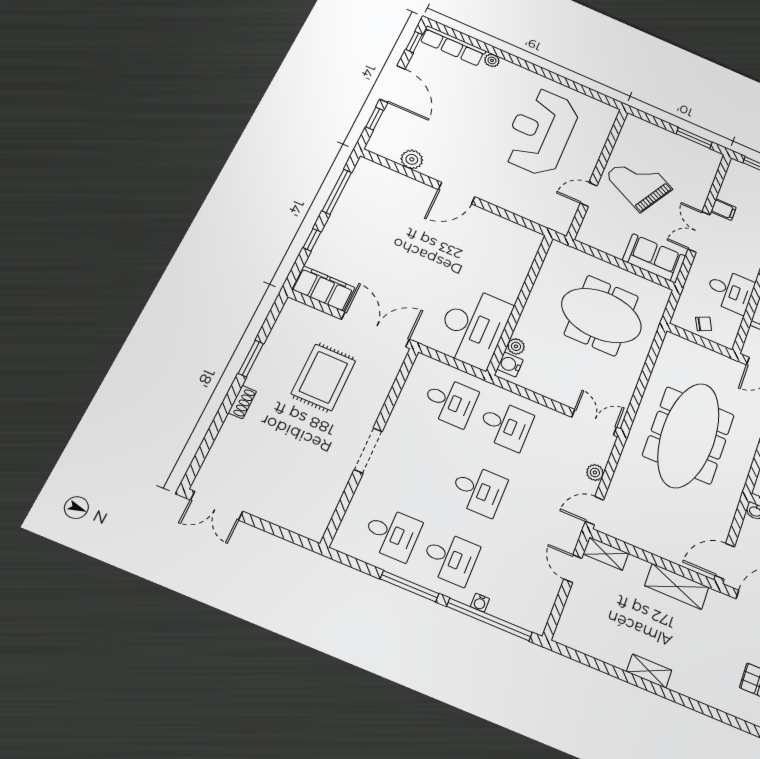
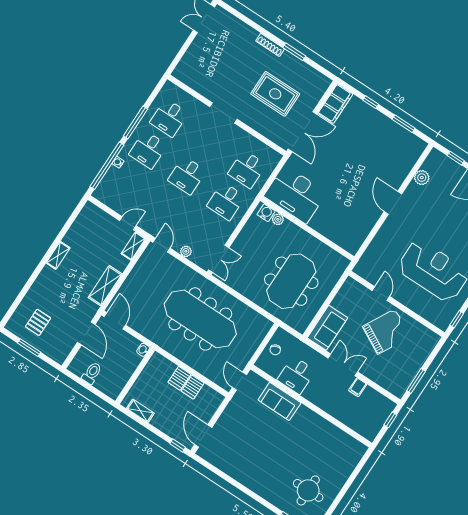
window: (599, 97) -> (457, 319), added
window: (337, 192) -> (404, 124), width x0.69
shoe rack: (242, 402) -> (270, 45), width x1.43

